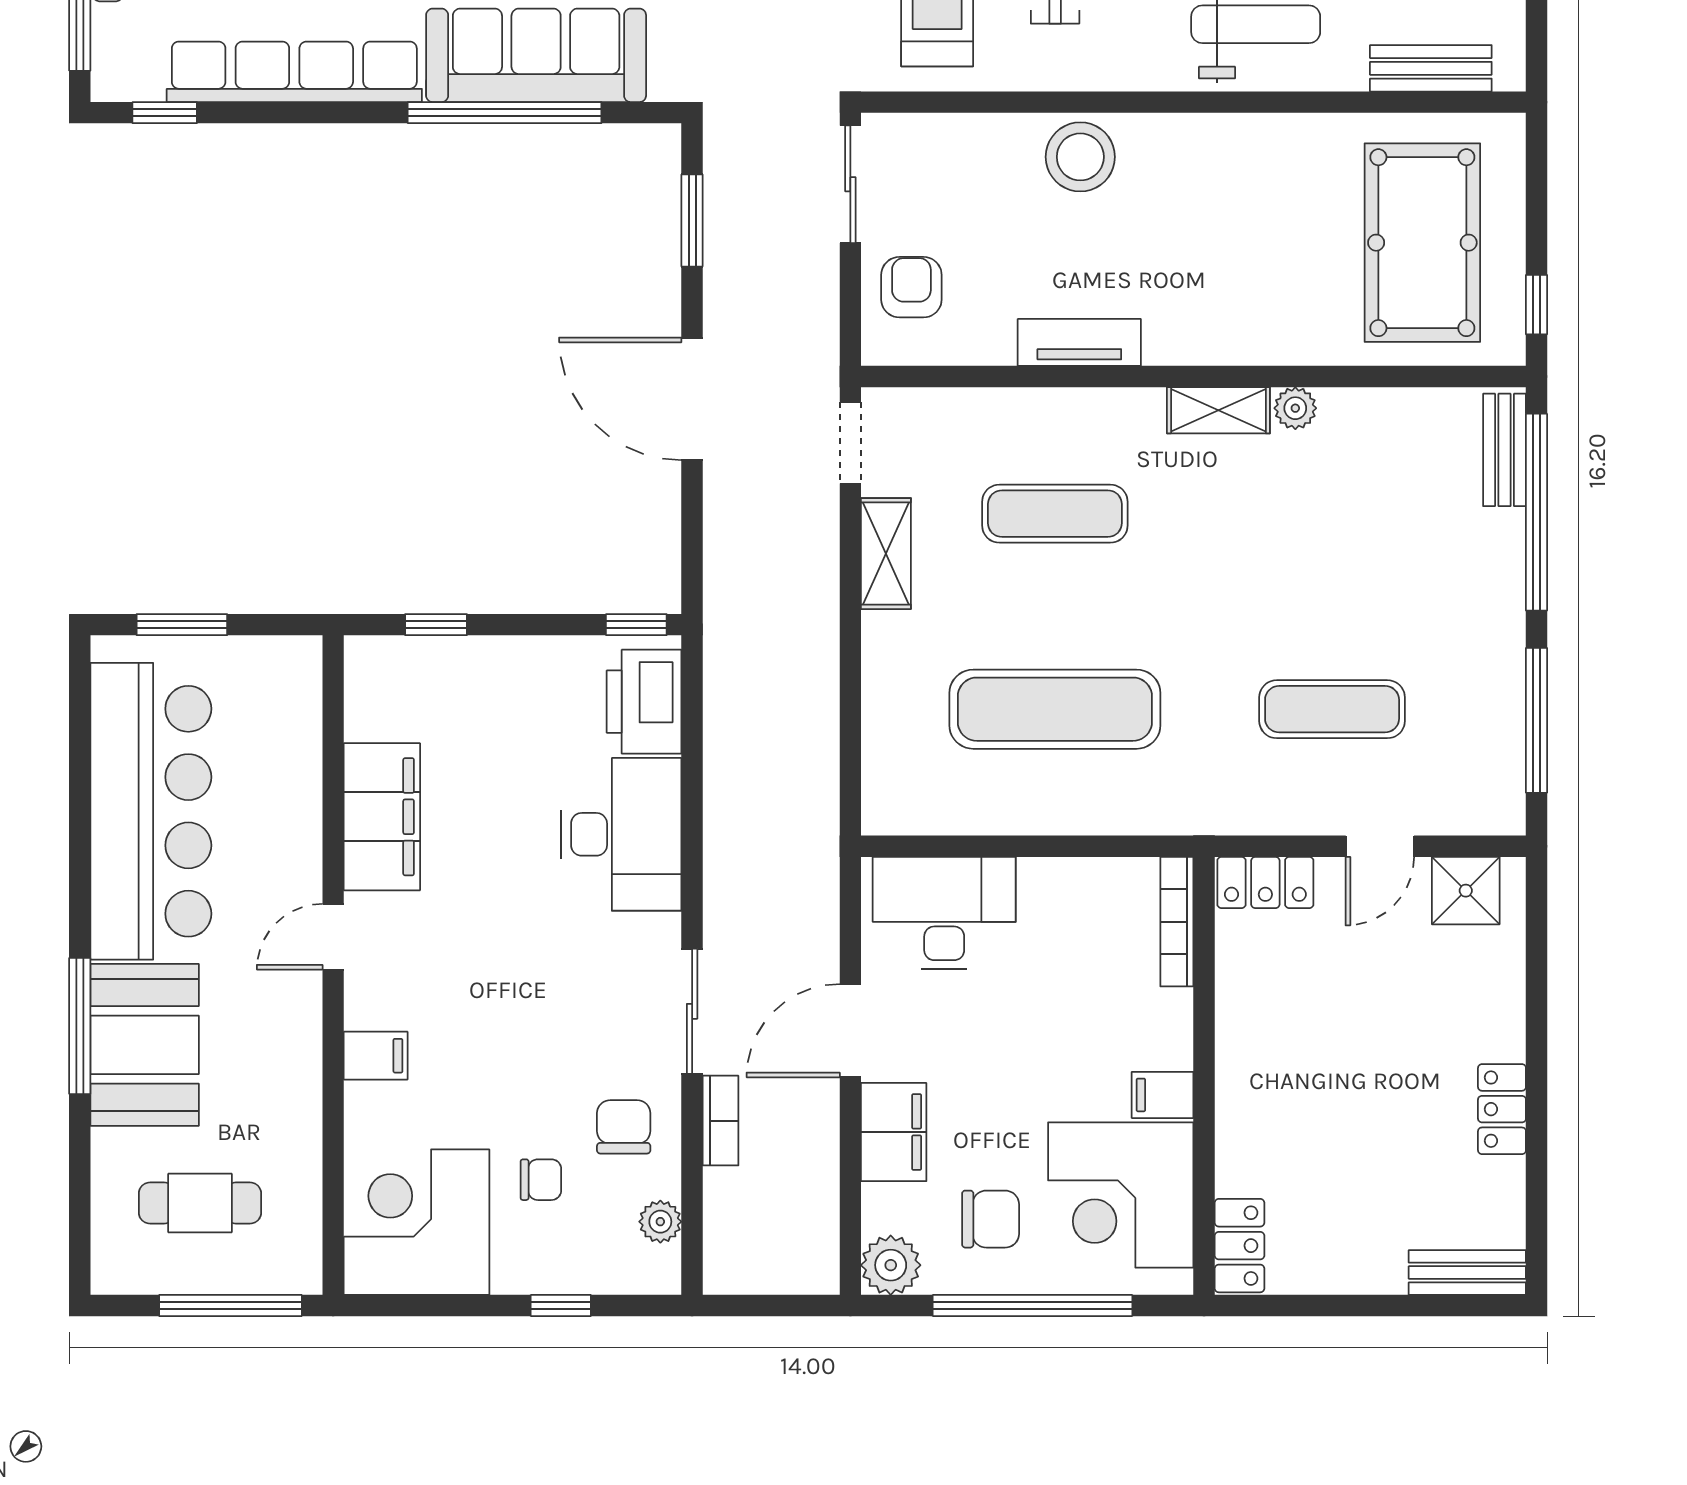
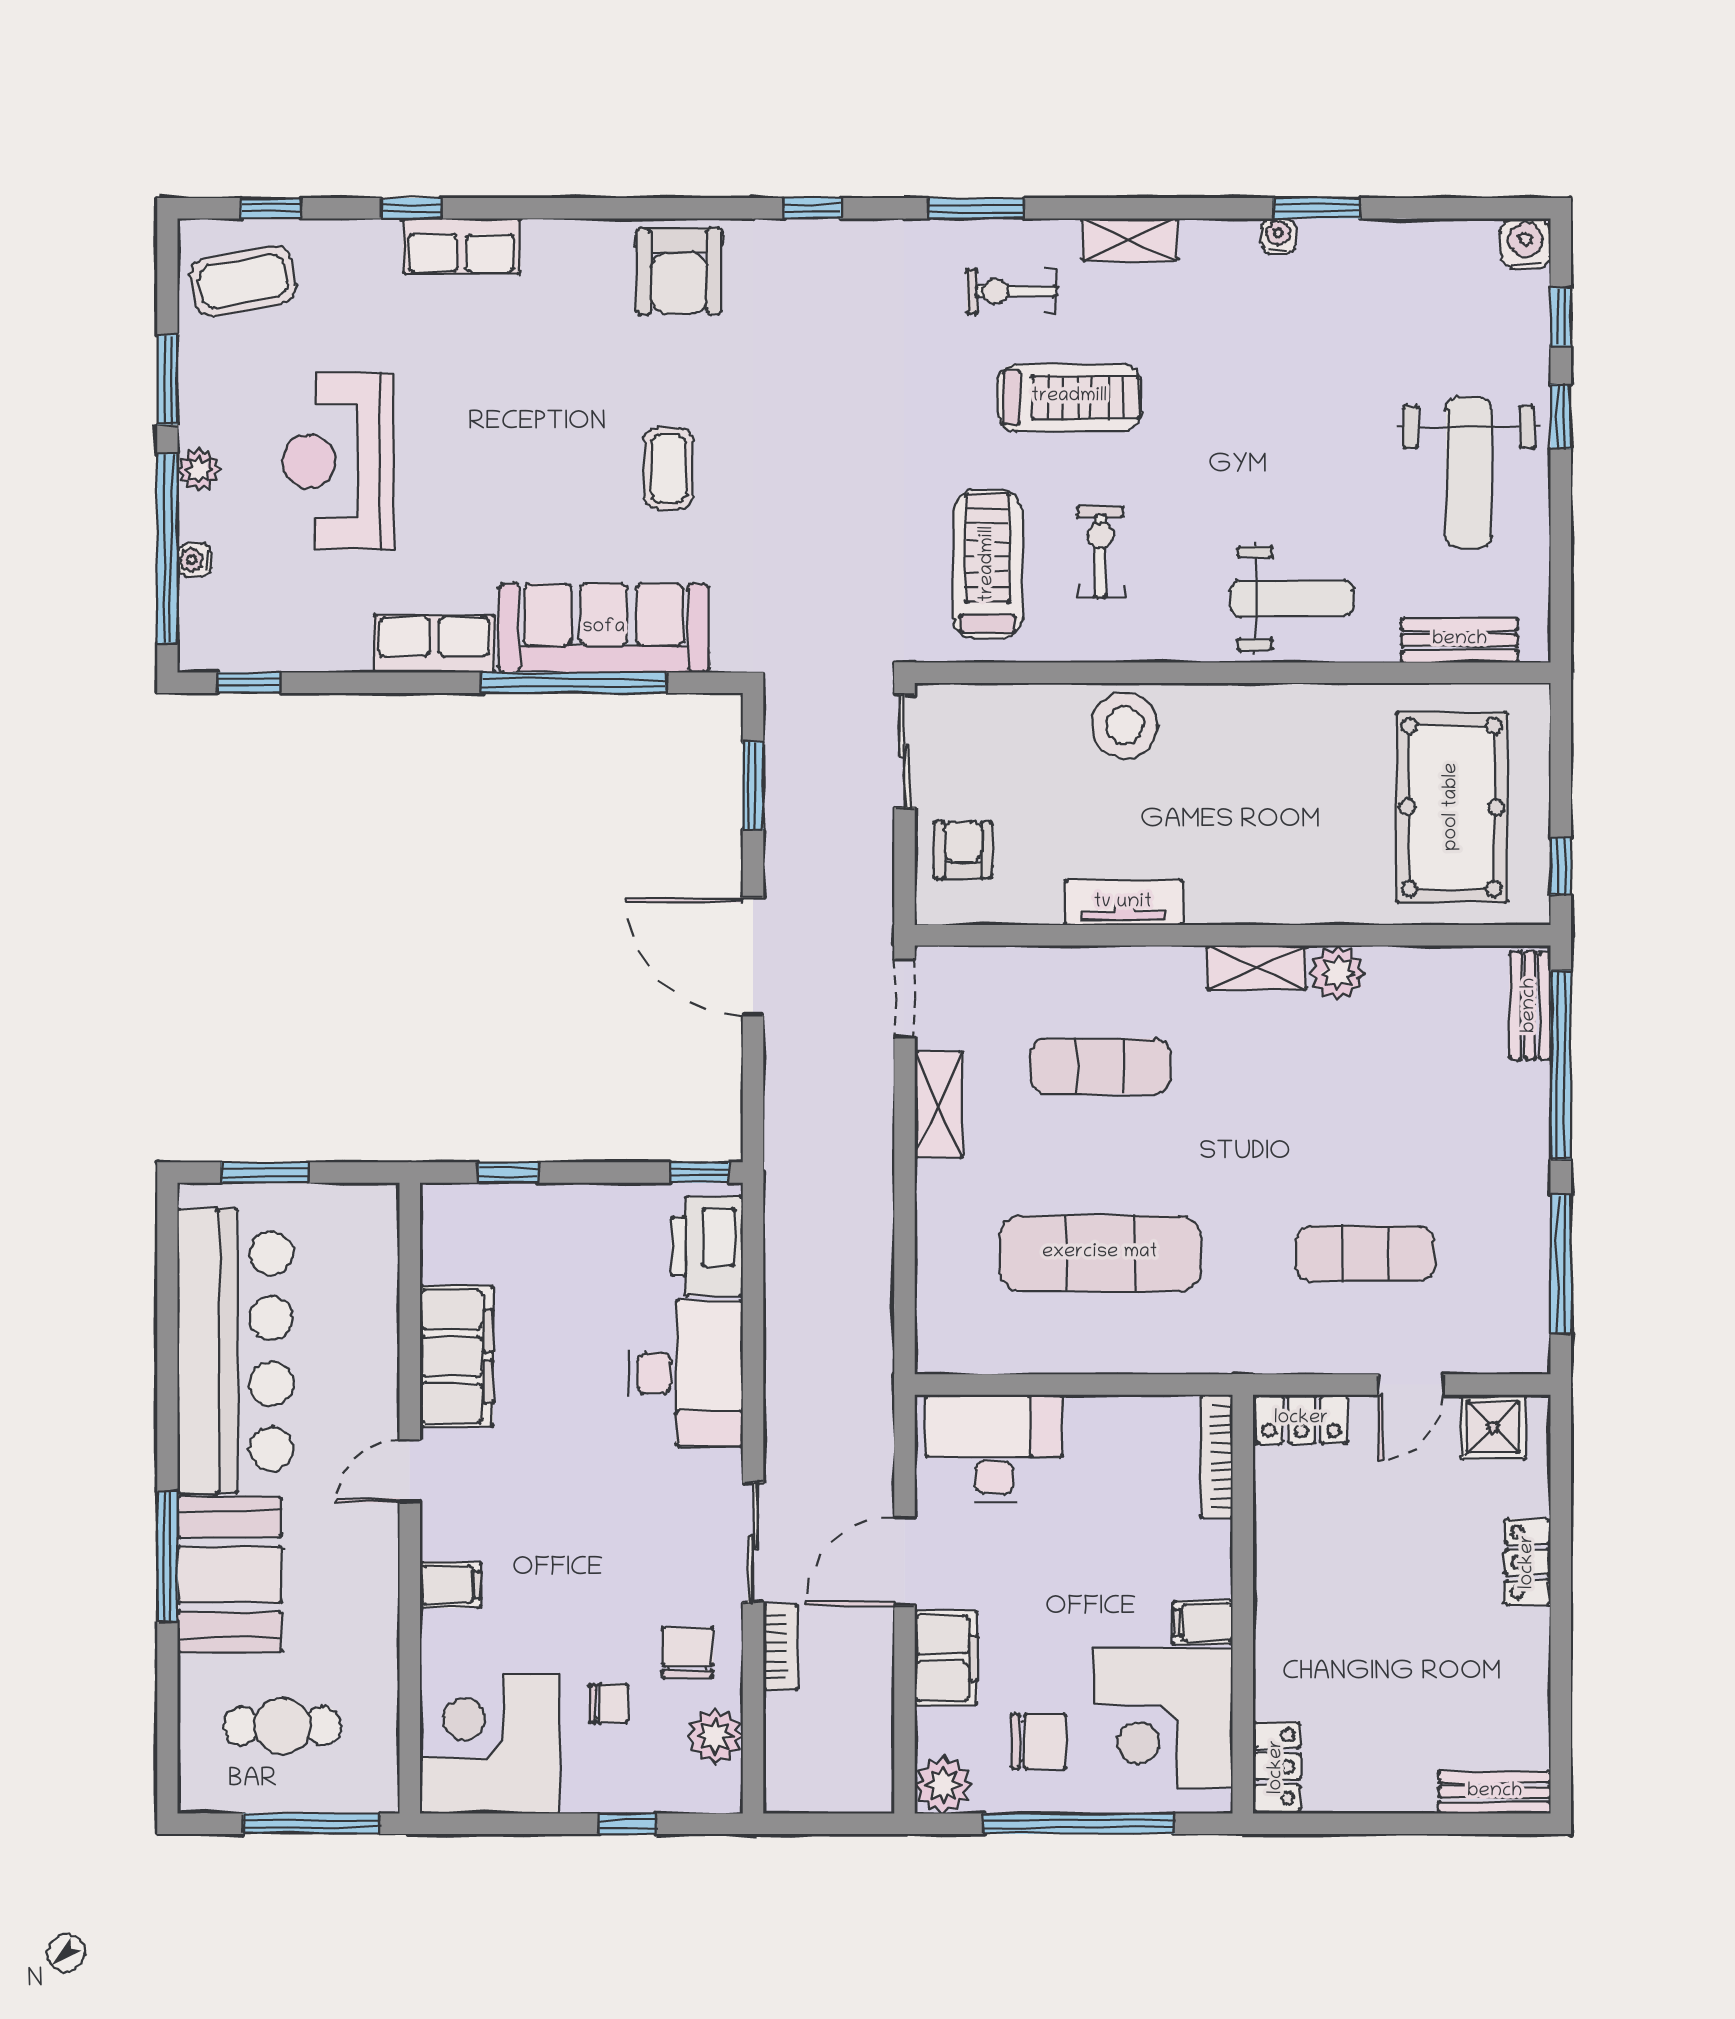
row of seats: (294, 72) -> (434, 644), width x0.50
plant: (1295, 408) -> (1338, 973), width x1.38, depth x1.38
locker: (1502, 1109) -> (1528, 1562), moved
plant: (660, 1222) -> (715, 1736), width x1.38, depth x1.38

